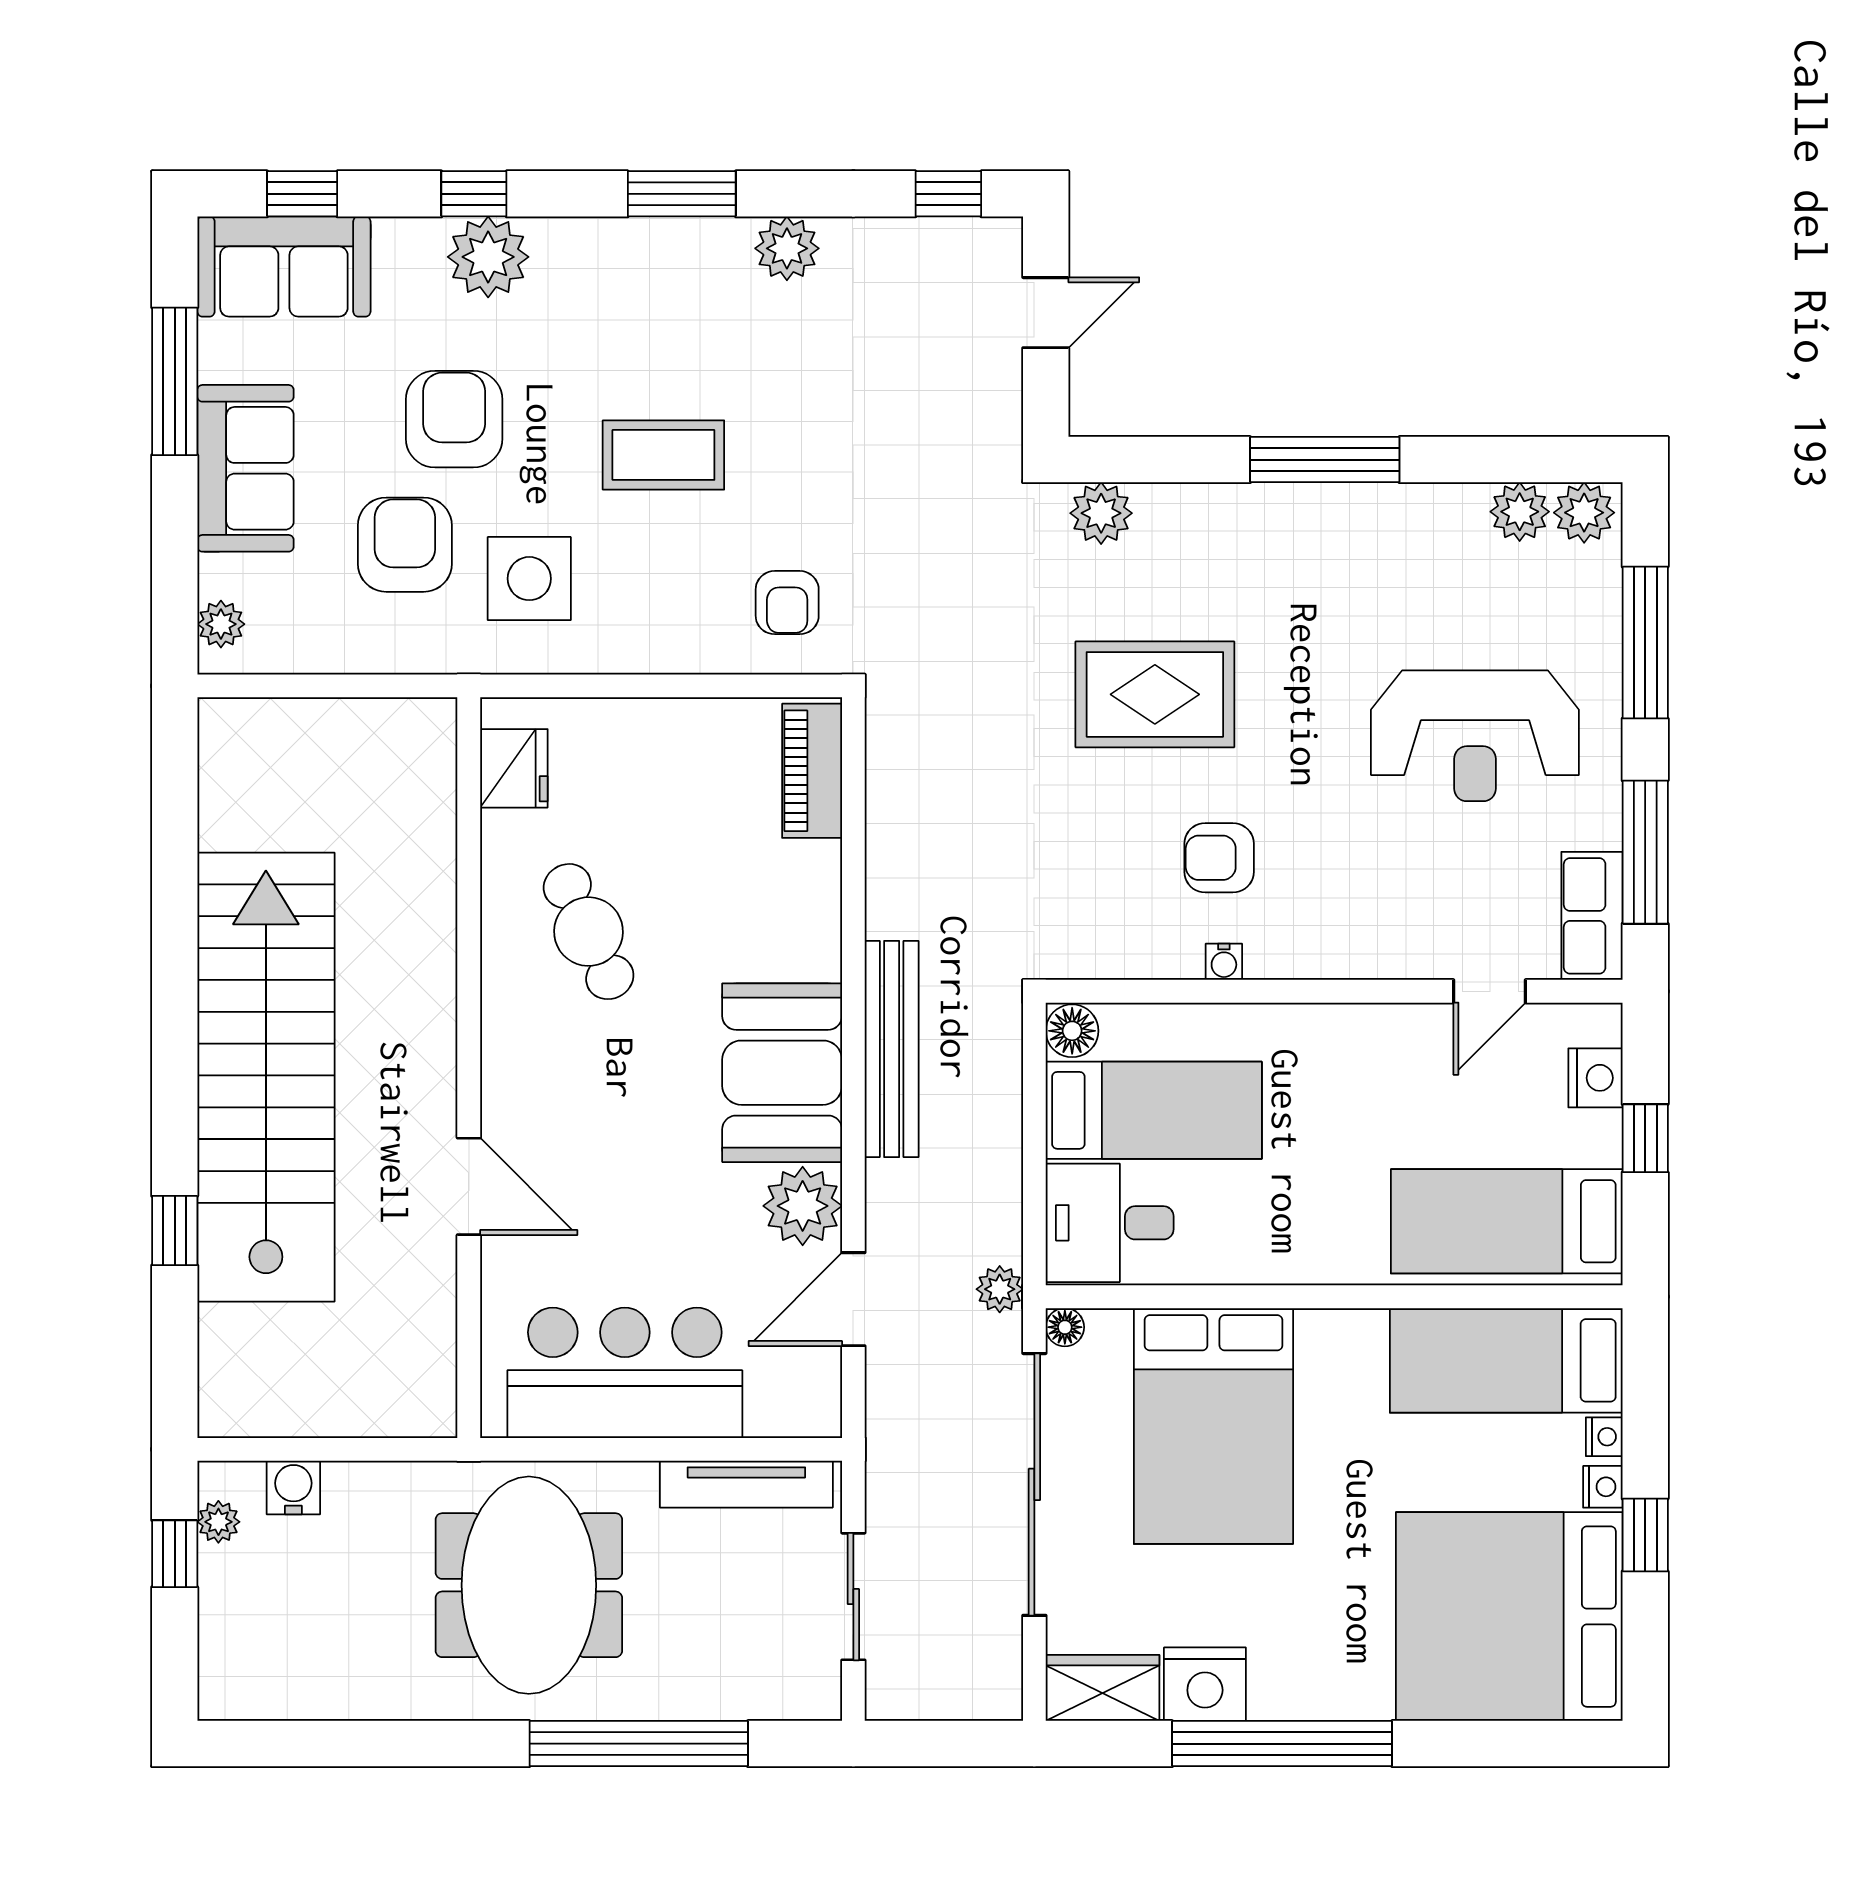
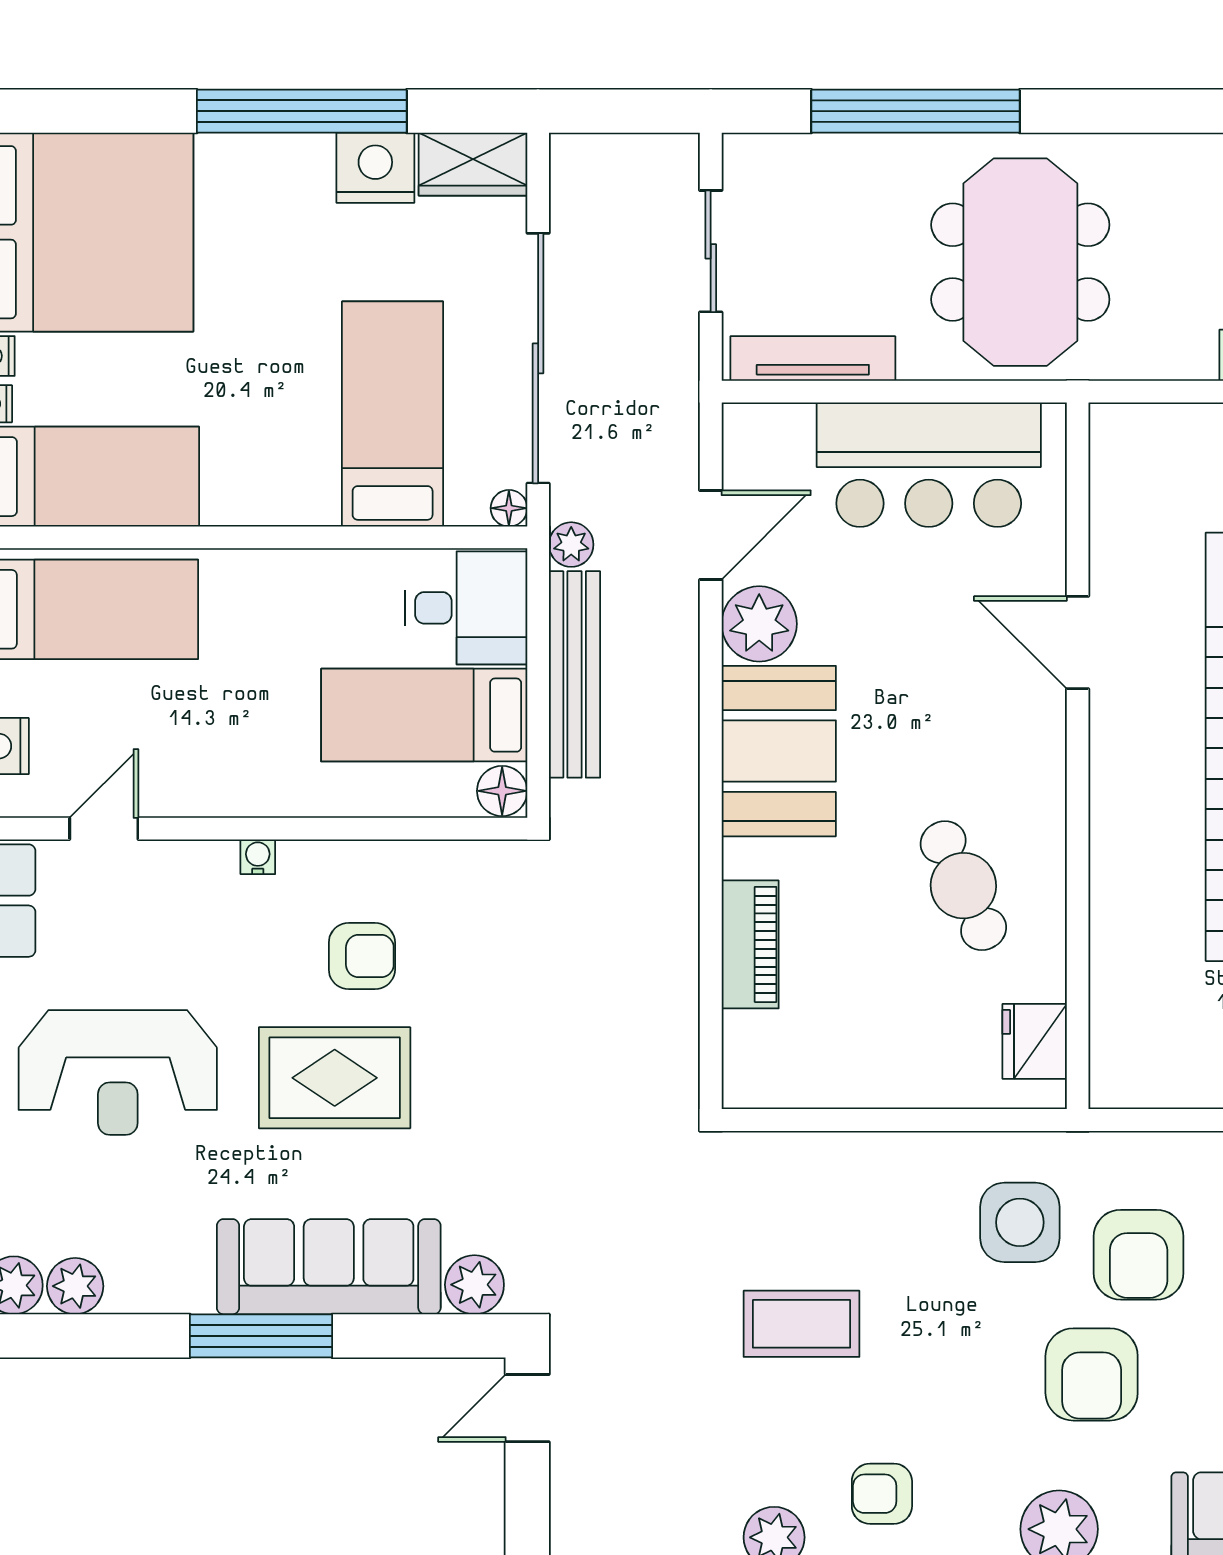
door: (1046, 313) -> (527, 1408), moved
coffee table: (663, 455) -> (802, 1324), moved
sofa: (1254, 532) -> (329, 1267), added
armchair: (787, 603) -> (882, 1494), moved, turned -90
rug: (1155, 694) -> (335, 1078), moved
reception desk: (1475, 736) -> (118, 1072), turned 180
piano: (812, 771) -> (750, 944), moved
water cooler: (1224, 962) -> (258, 857), moved
bench: (892, 1049) -> (575, 674), moved
bed: (1213, 1426) -> (393, 414), width x0.67

